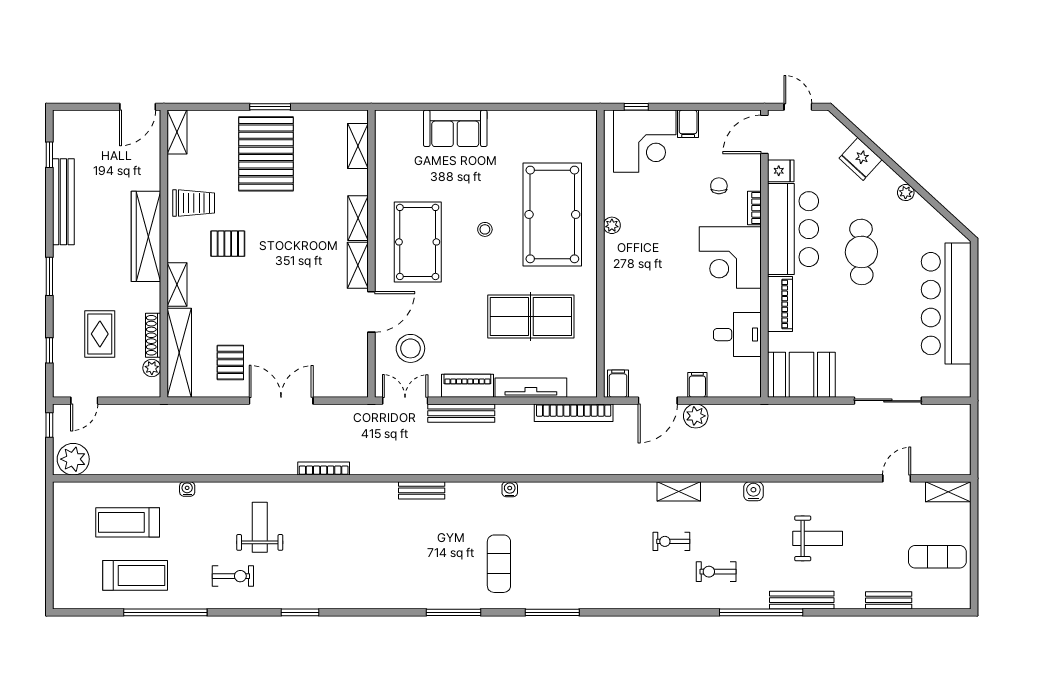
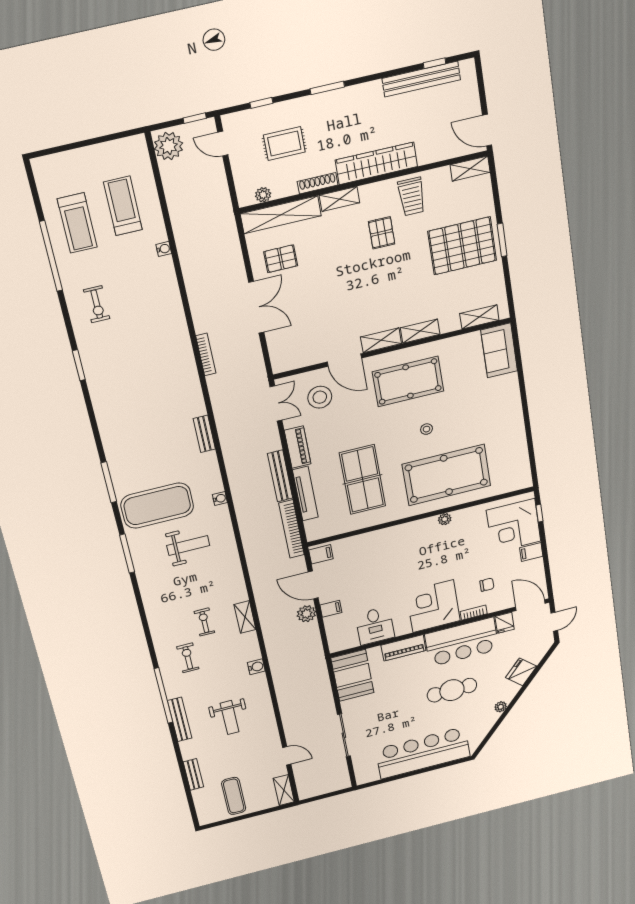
sofa: (455, 128) -> (499, 350), moved
bench: (63, 202) -> (421, 79), moved
shoe rack: (153, 335) -> (318, 183), moved
bench: (461, 413) -> (280, 476), moved
weight bench: (260, 527) -> (188, 545), moved
exercise mat: (499, 564) -> (157, 506), width x2.00, depth x1.45

